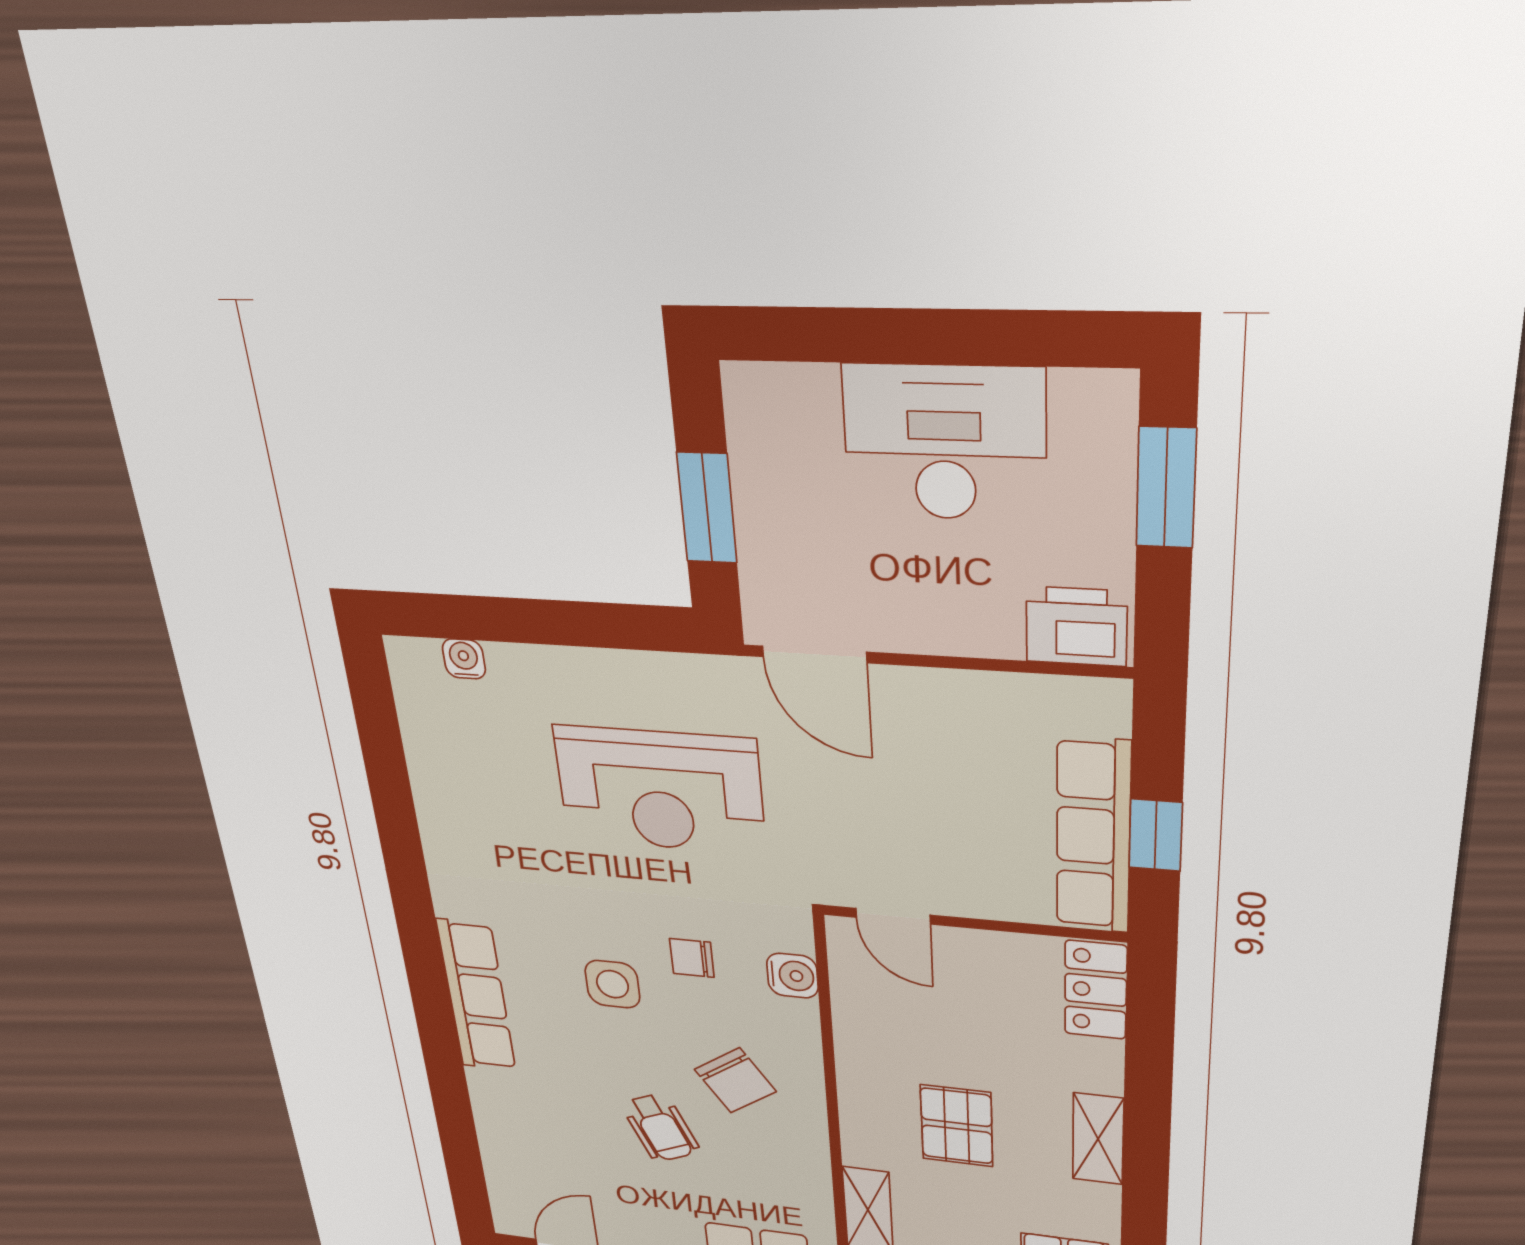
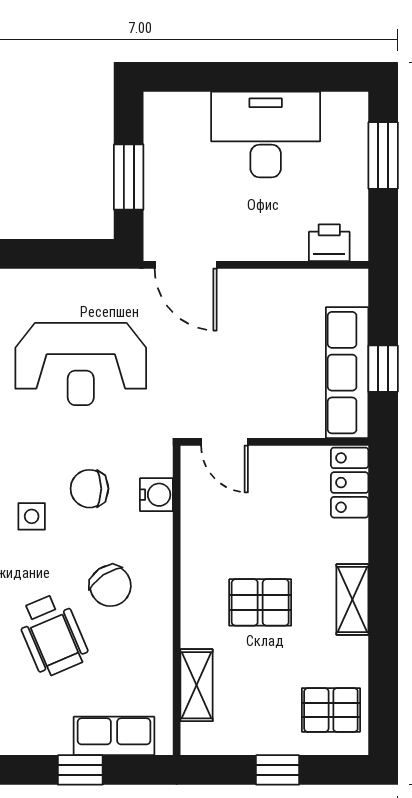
printer: (1076, 626) -> (329, 243), width x0.73, depth x0.81
chair: (692, 958) -> (89, 489), width x1.37, depth x1.37
side table: (612, 984) -> (32, 516), width x0.73, depth x0.73
pallet: (957, 1126) -> (260, 602), turned 90
wheelchair: (660, 1128) -> (52, 635), width x1.36, depth x1.37

